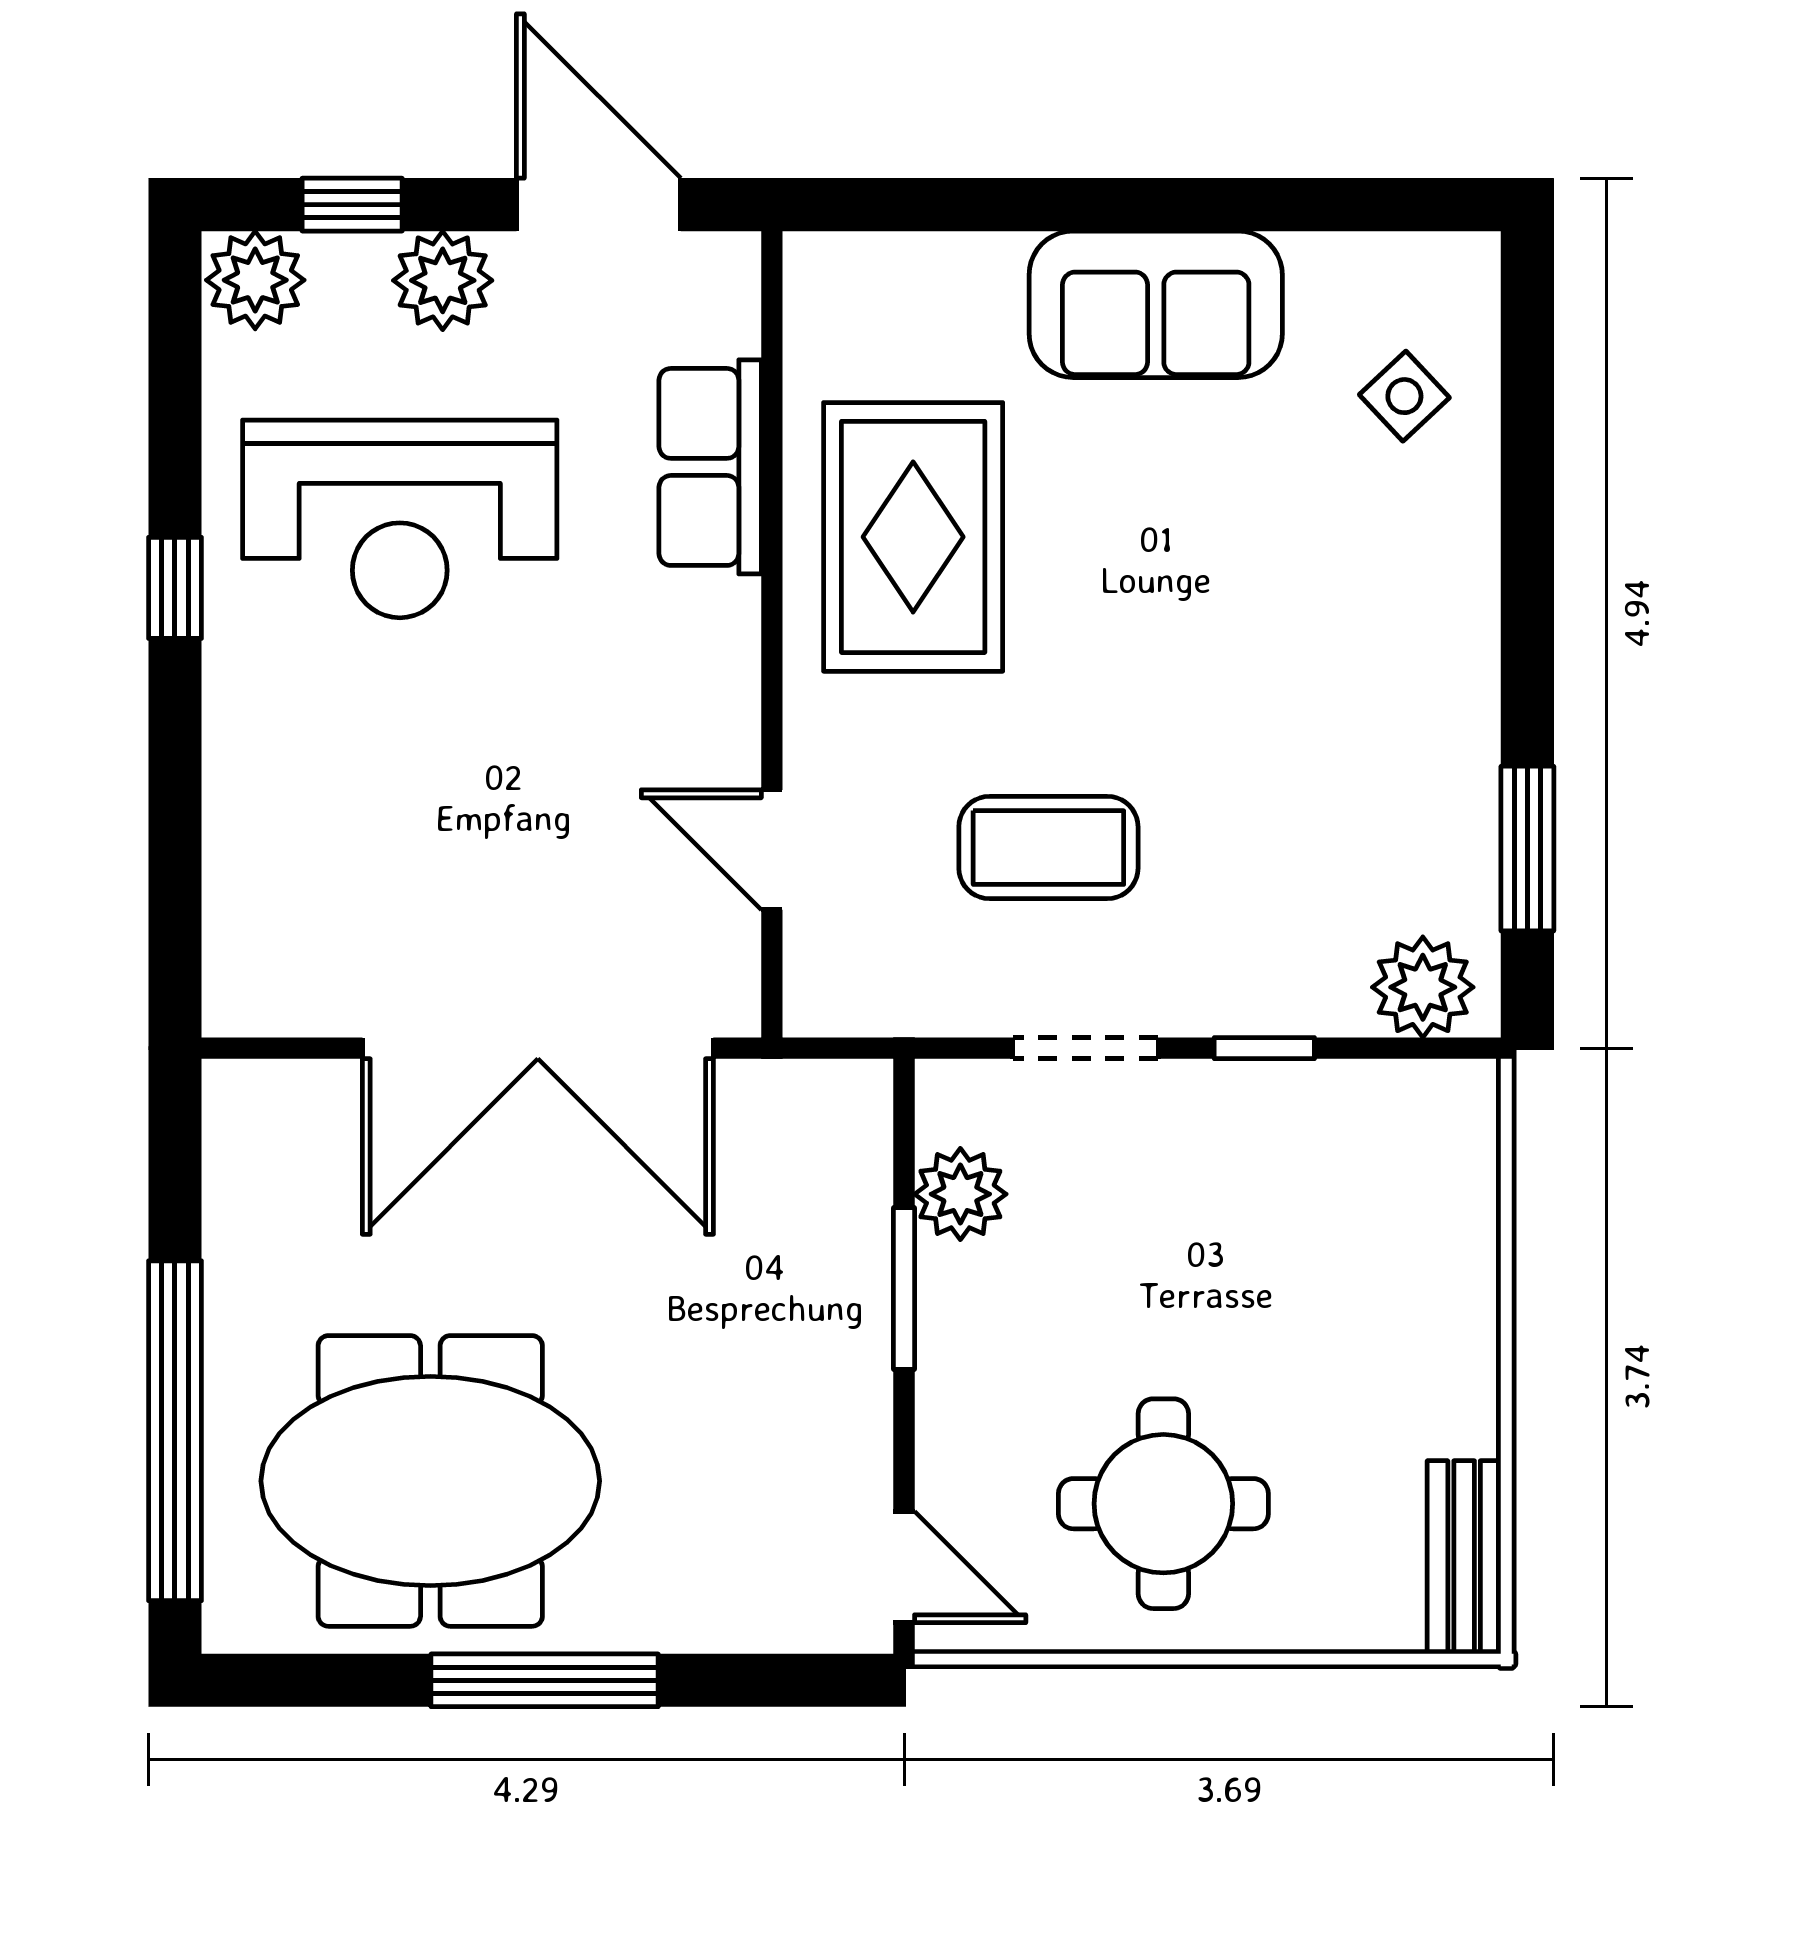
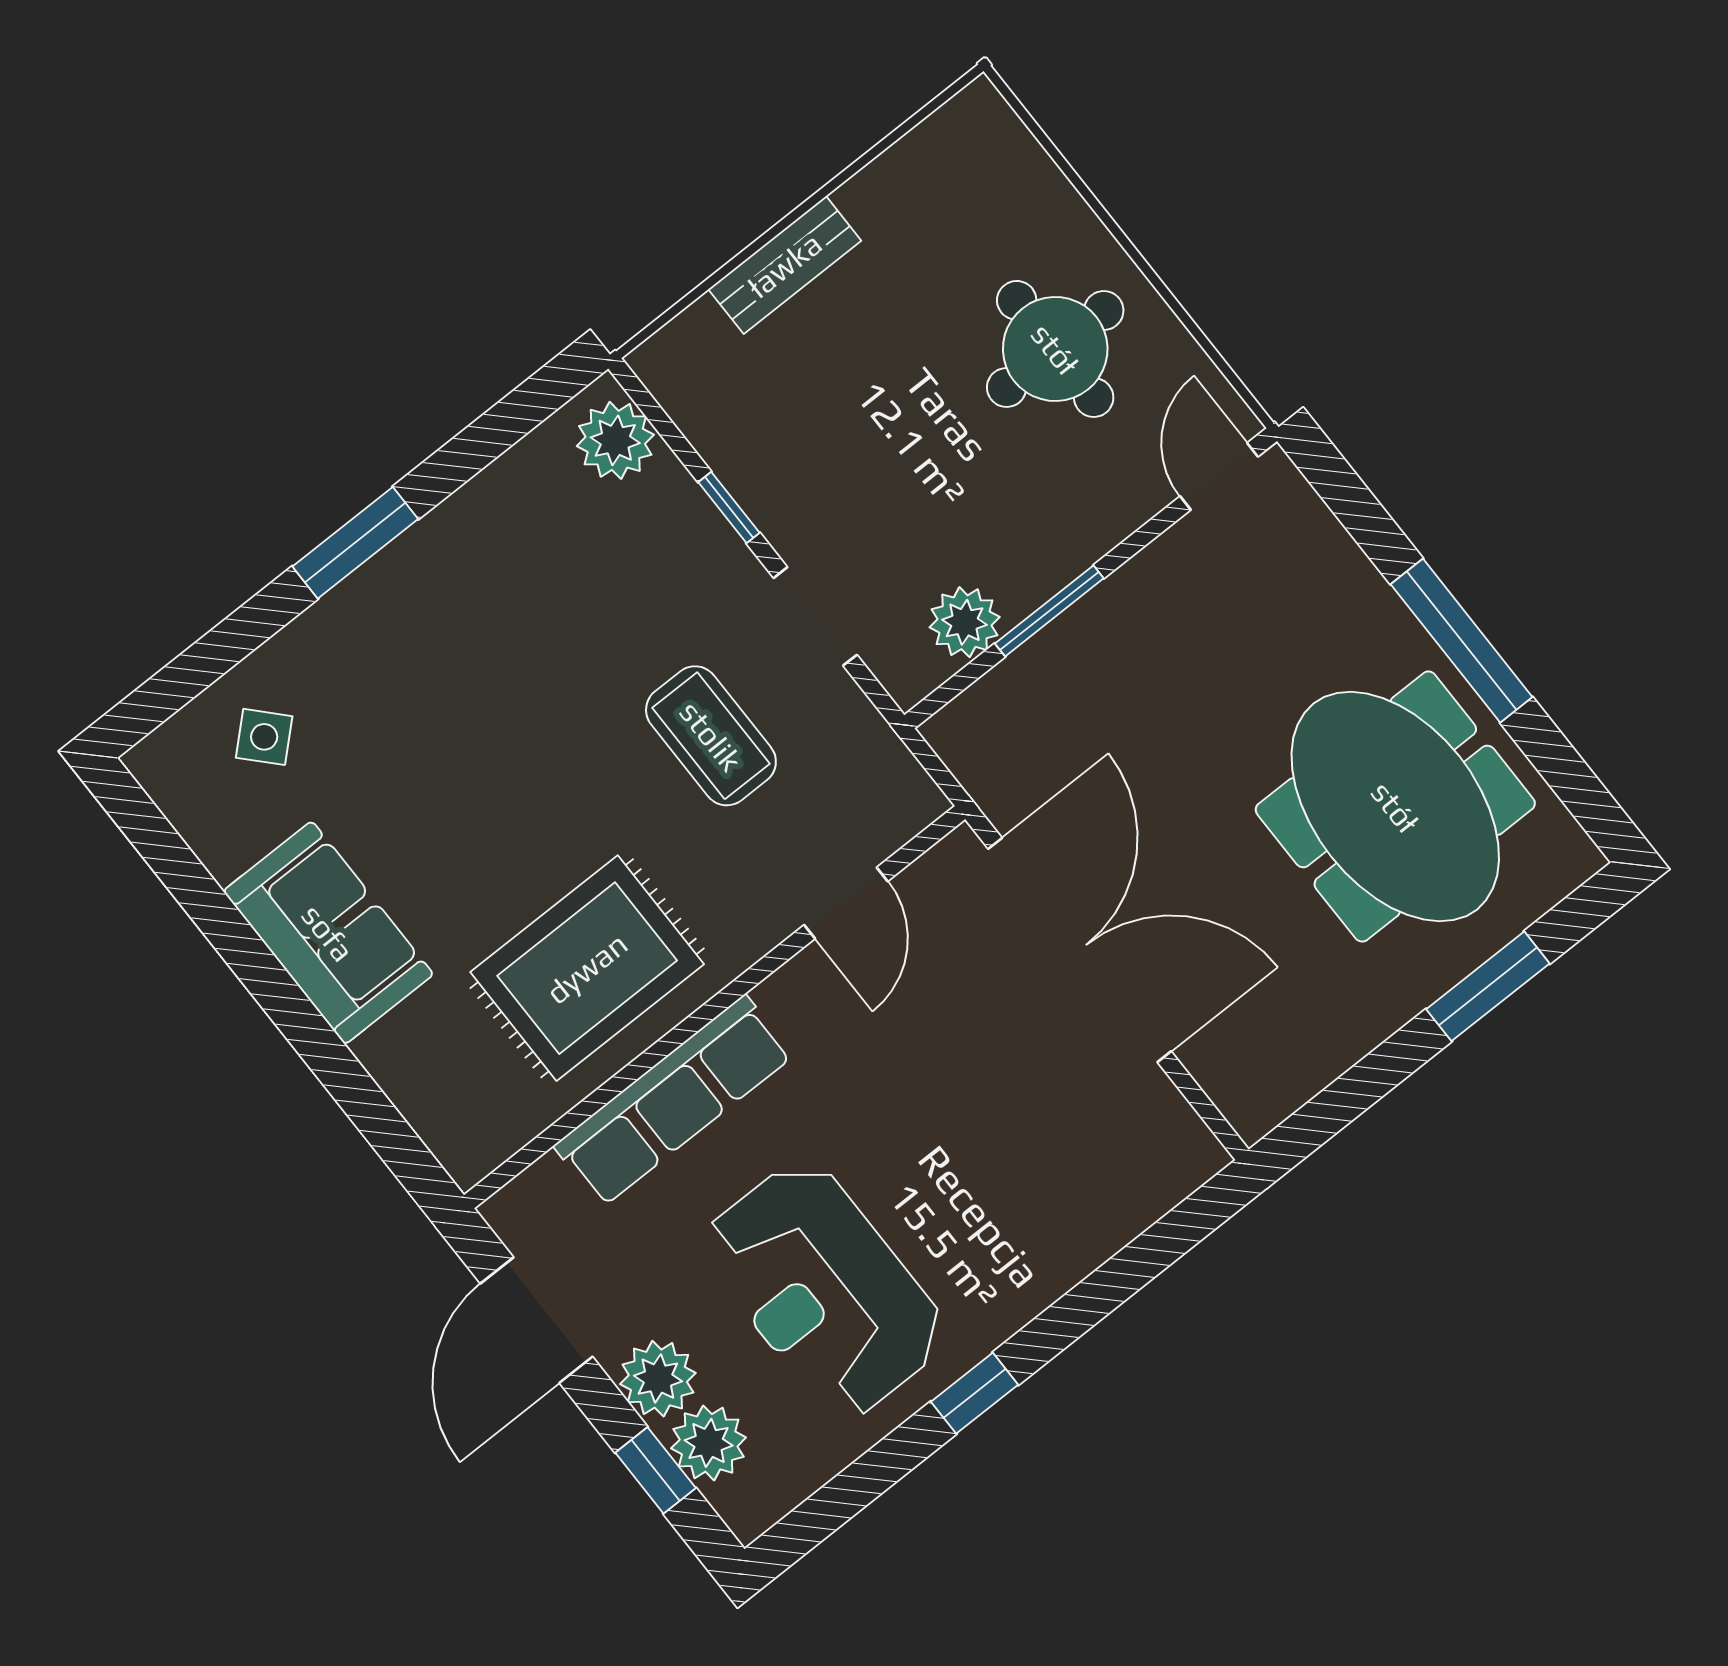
plant: (255, 280) -> (709, 1443), moved
row of seats: (710, 467) -> (674, 1101), width x1.48
reception desk: (400, 519) -> (824, 1290), turned 180
window: (1527, 849) -> (355, 543), moved
window: (175, 1431) -> (1488, 986), width x0.47
bench: (1464, 1557) -> (785, 265), moved

